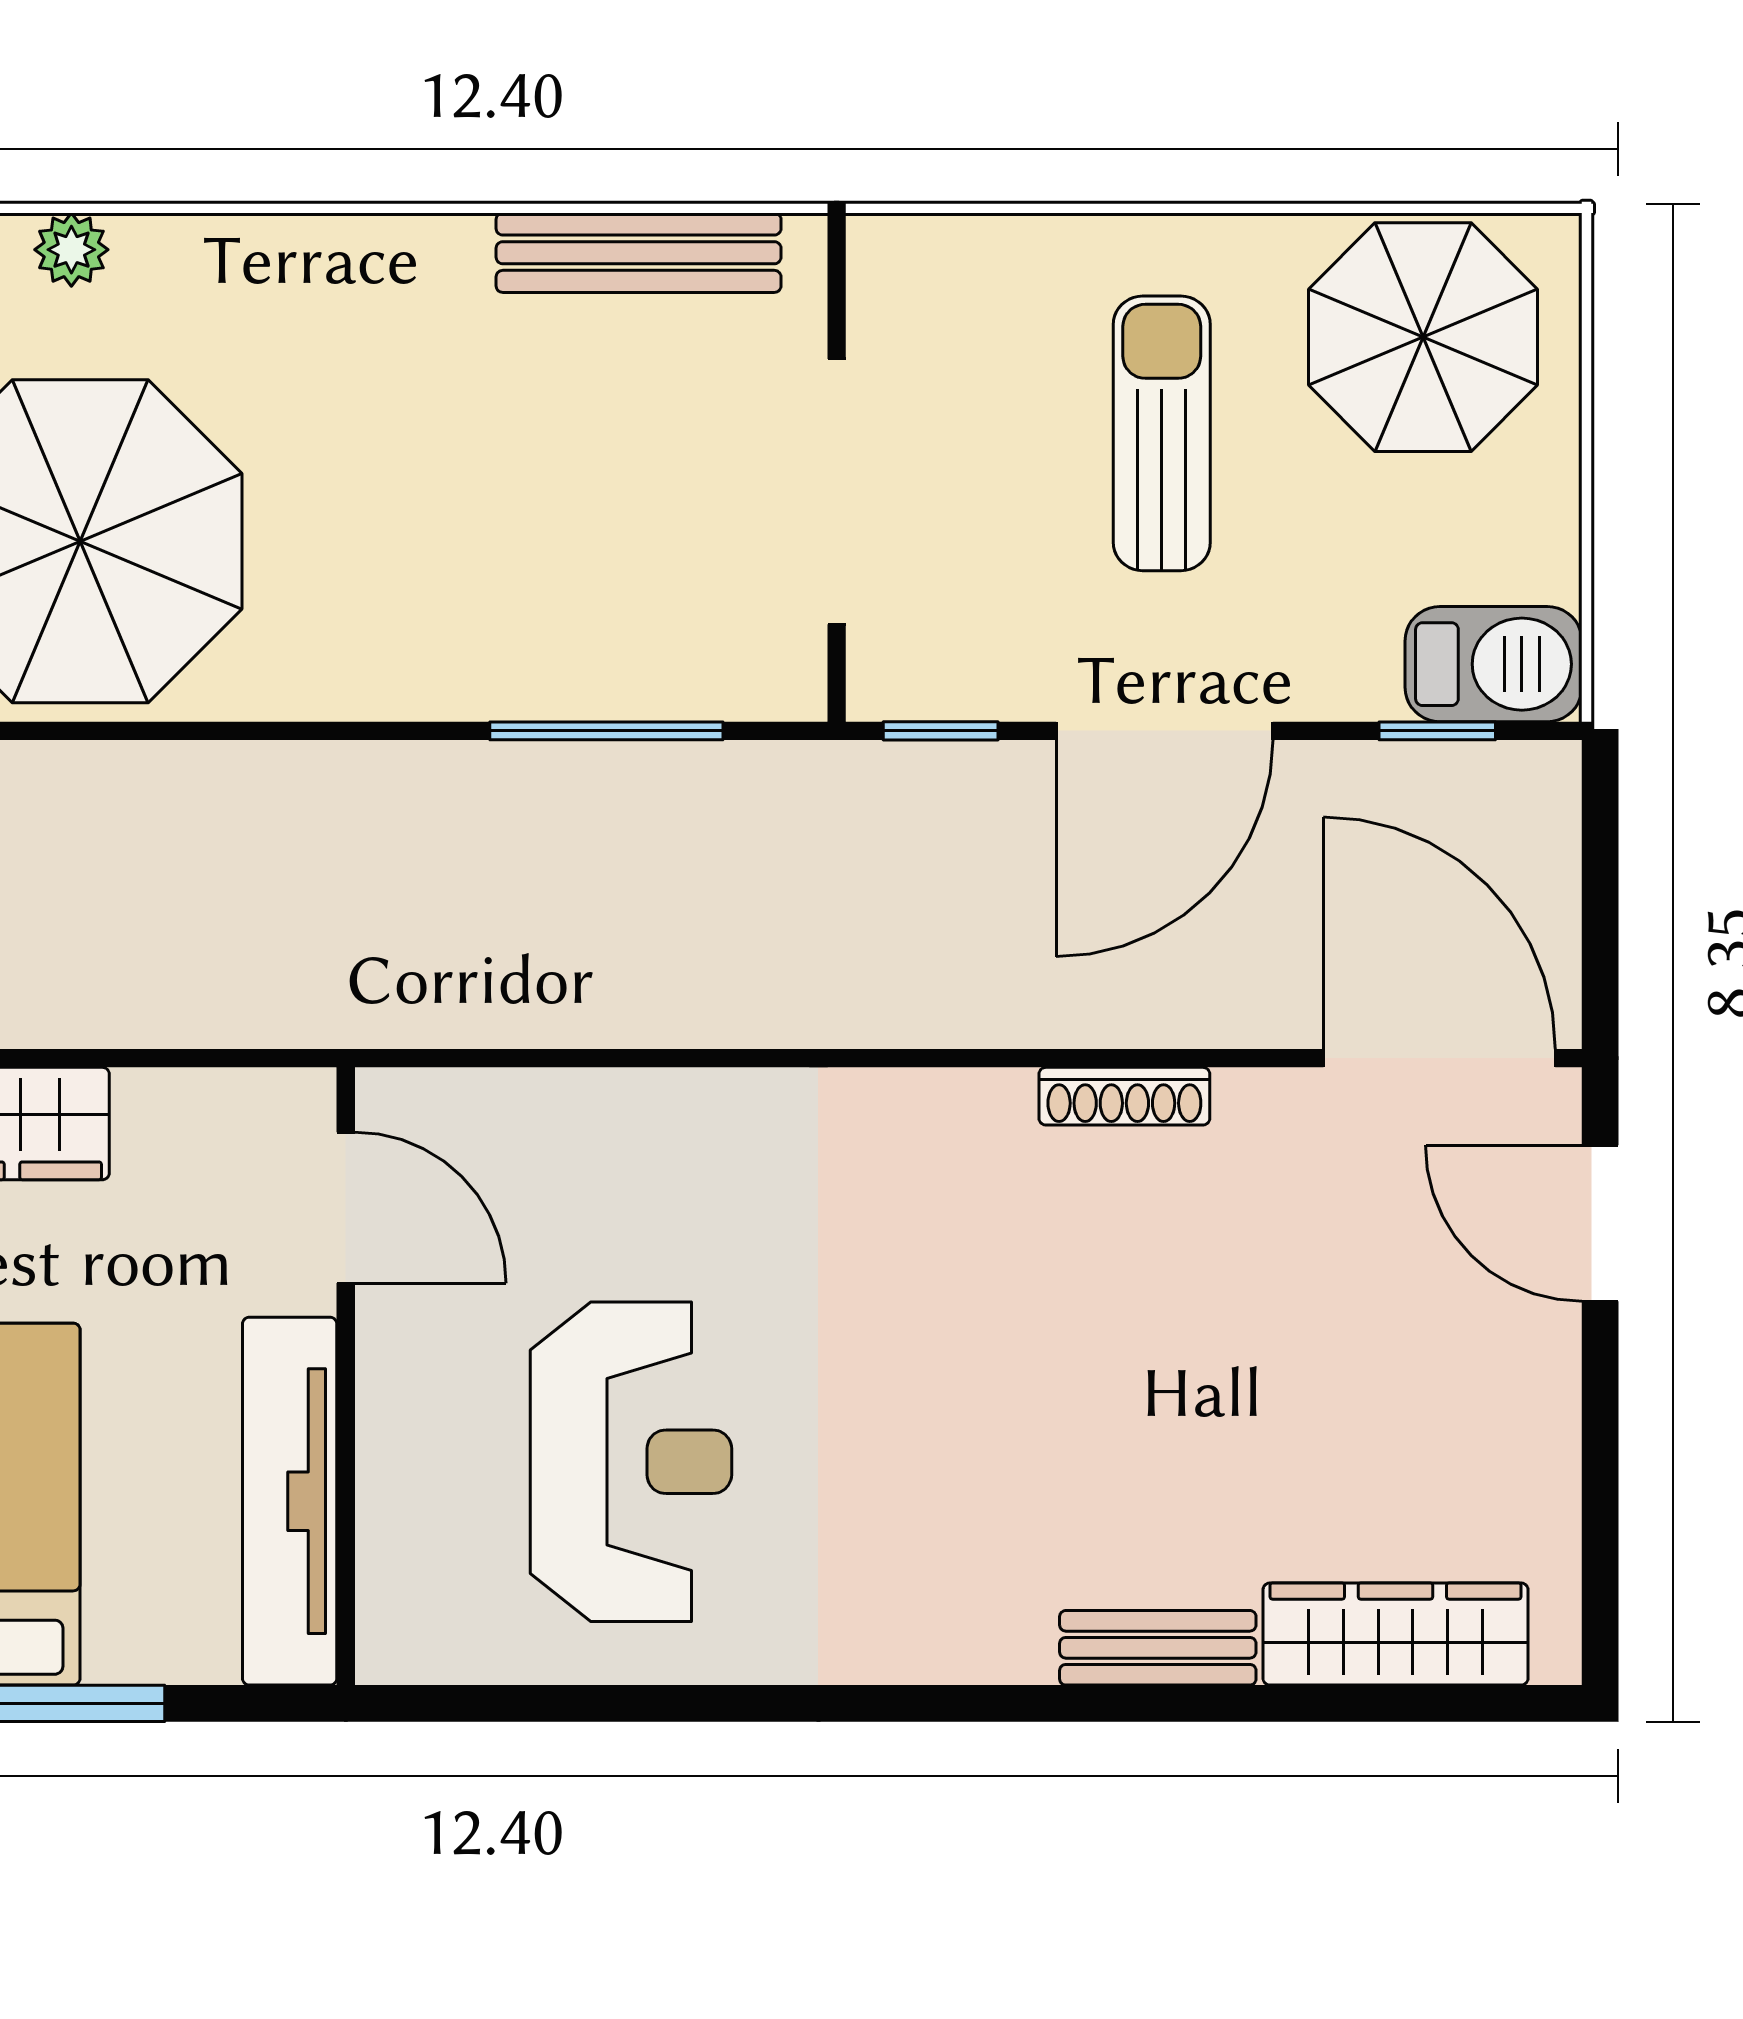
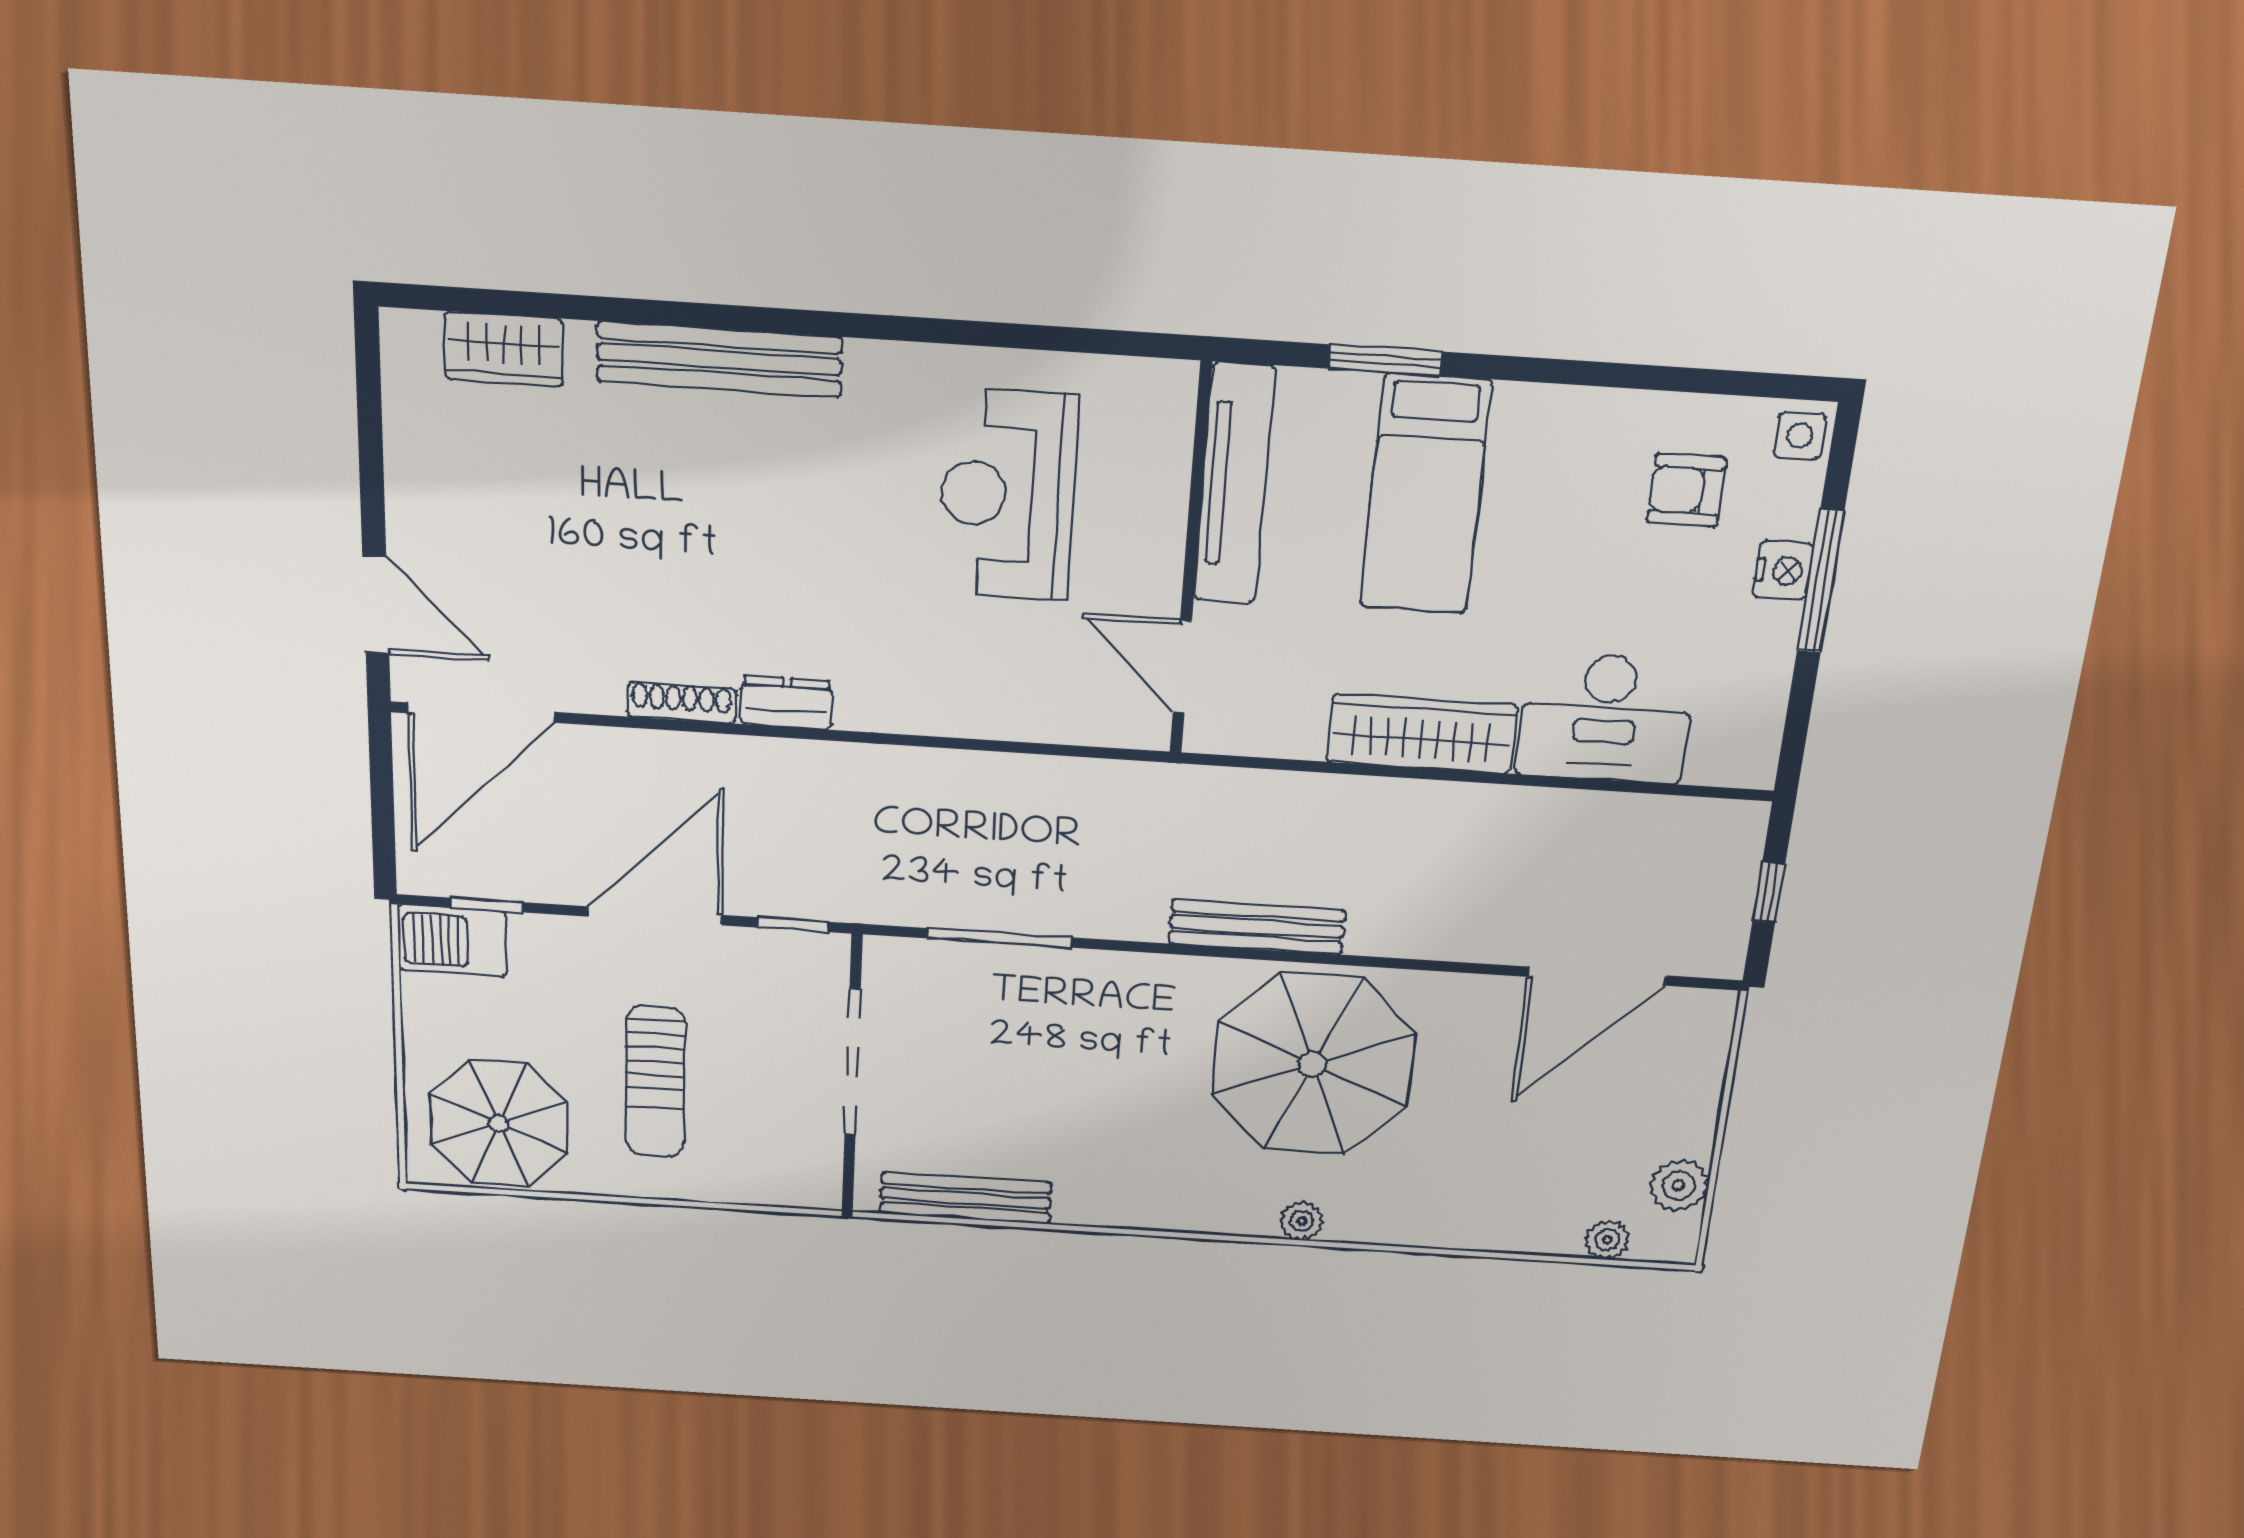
bench: (192, 779) -> (1257, 927), added
door: (1439, 1058) -> (481, 713), hinge flipped
dresser: (960, 1108) -> (786, 702), added
wardrobe: (1396, 1634) -> (504, 349), width x0.67
bench: (1158, 1648) -> (719, 359), width x1.86, depth x1.21

